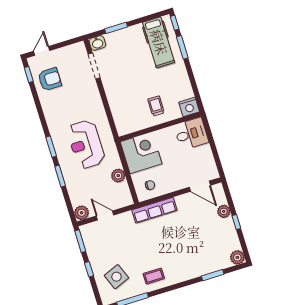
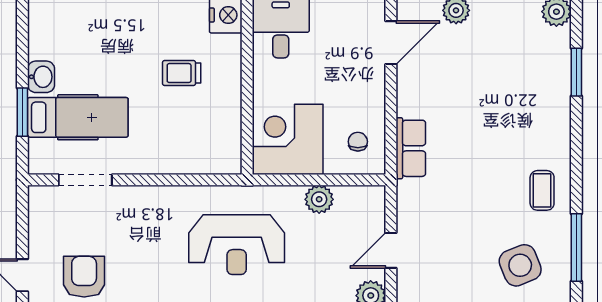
hospital bed: (159, 42) -> (78, 117), moved
washbasin: (97, 43) -> (41, 77), moved
trolley: (156, 106) -> (182, 73), moved
row of seats: (154, 210) -> (411, 148), width x0.68

